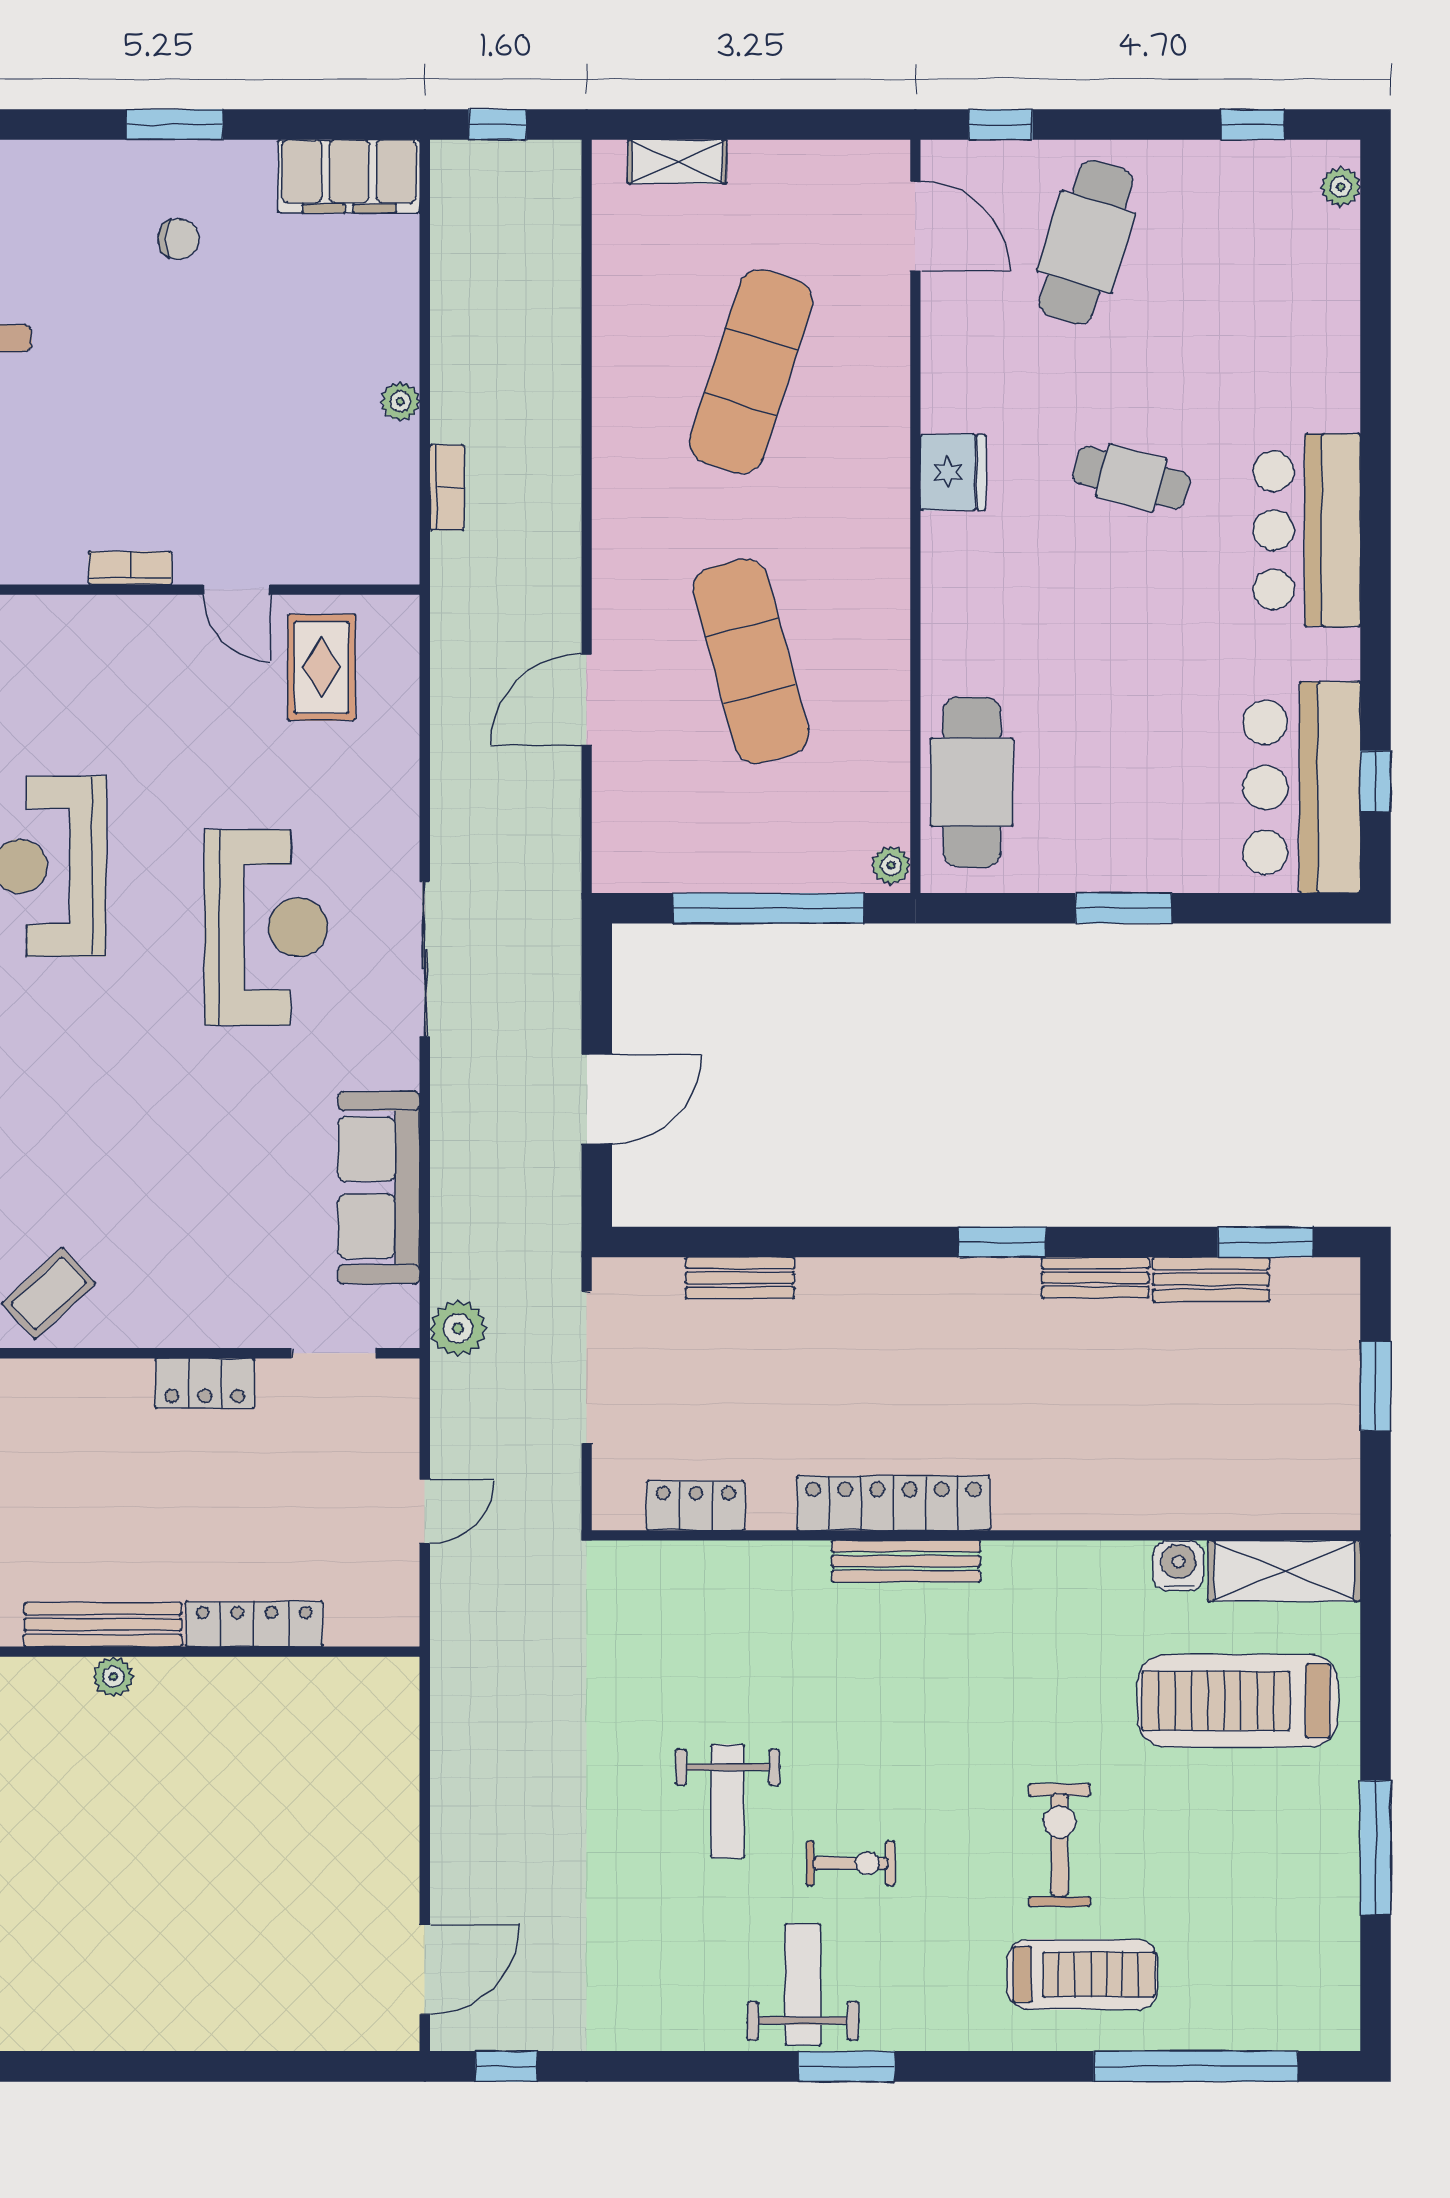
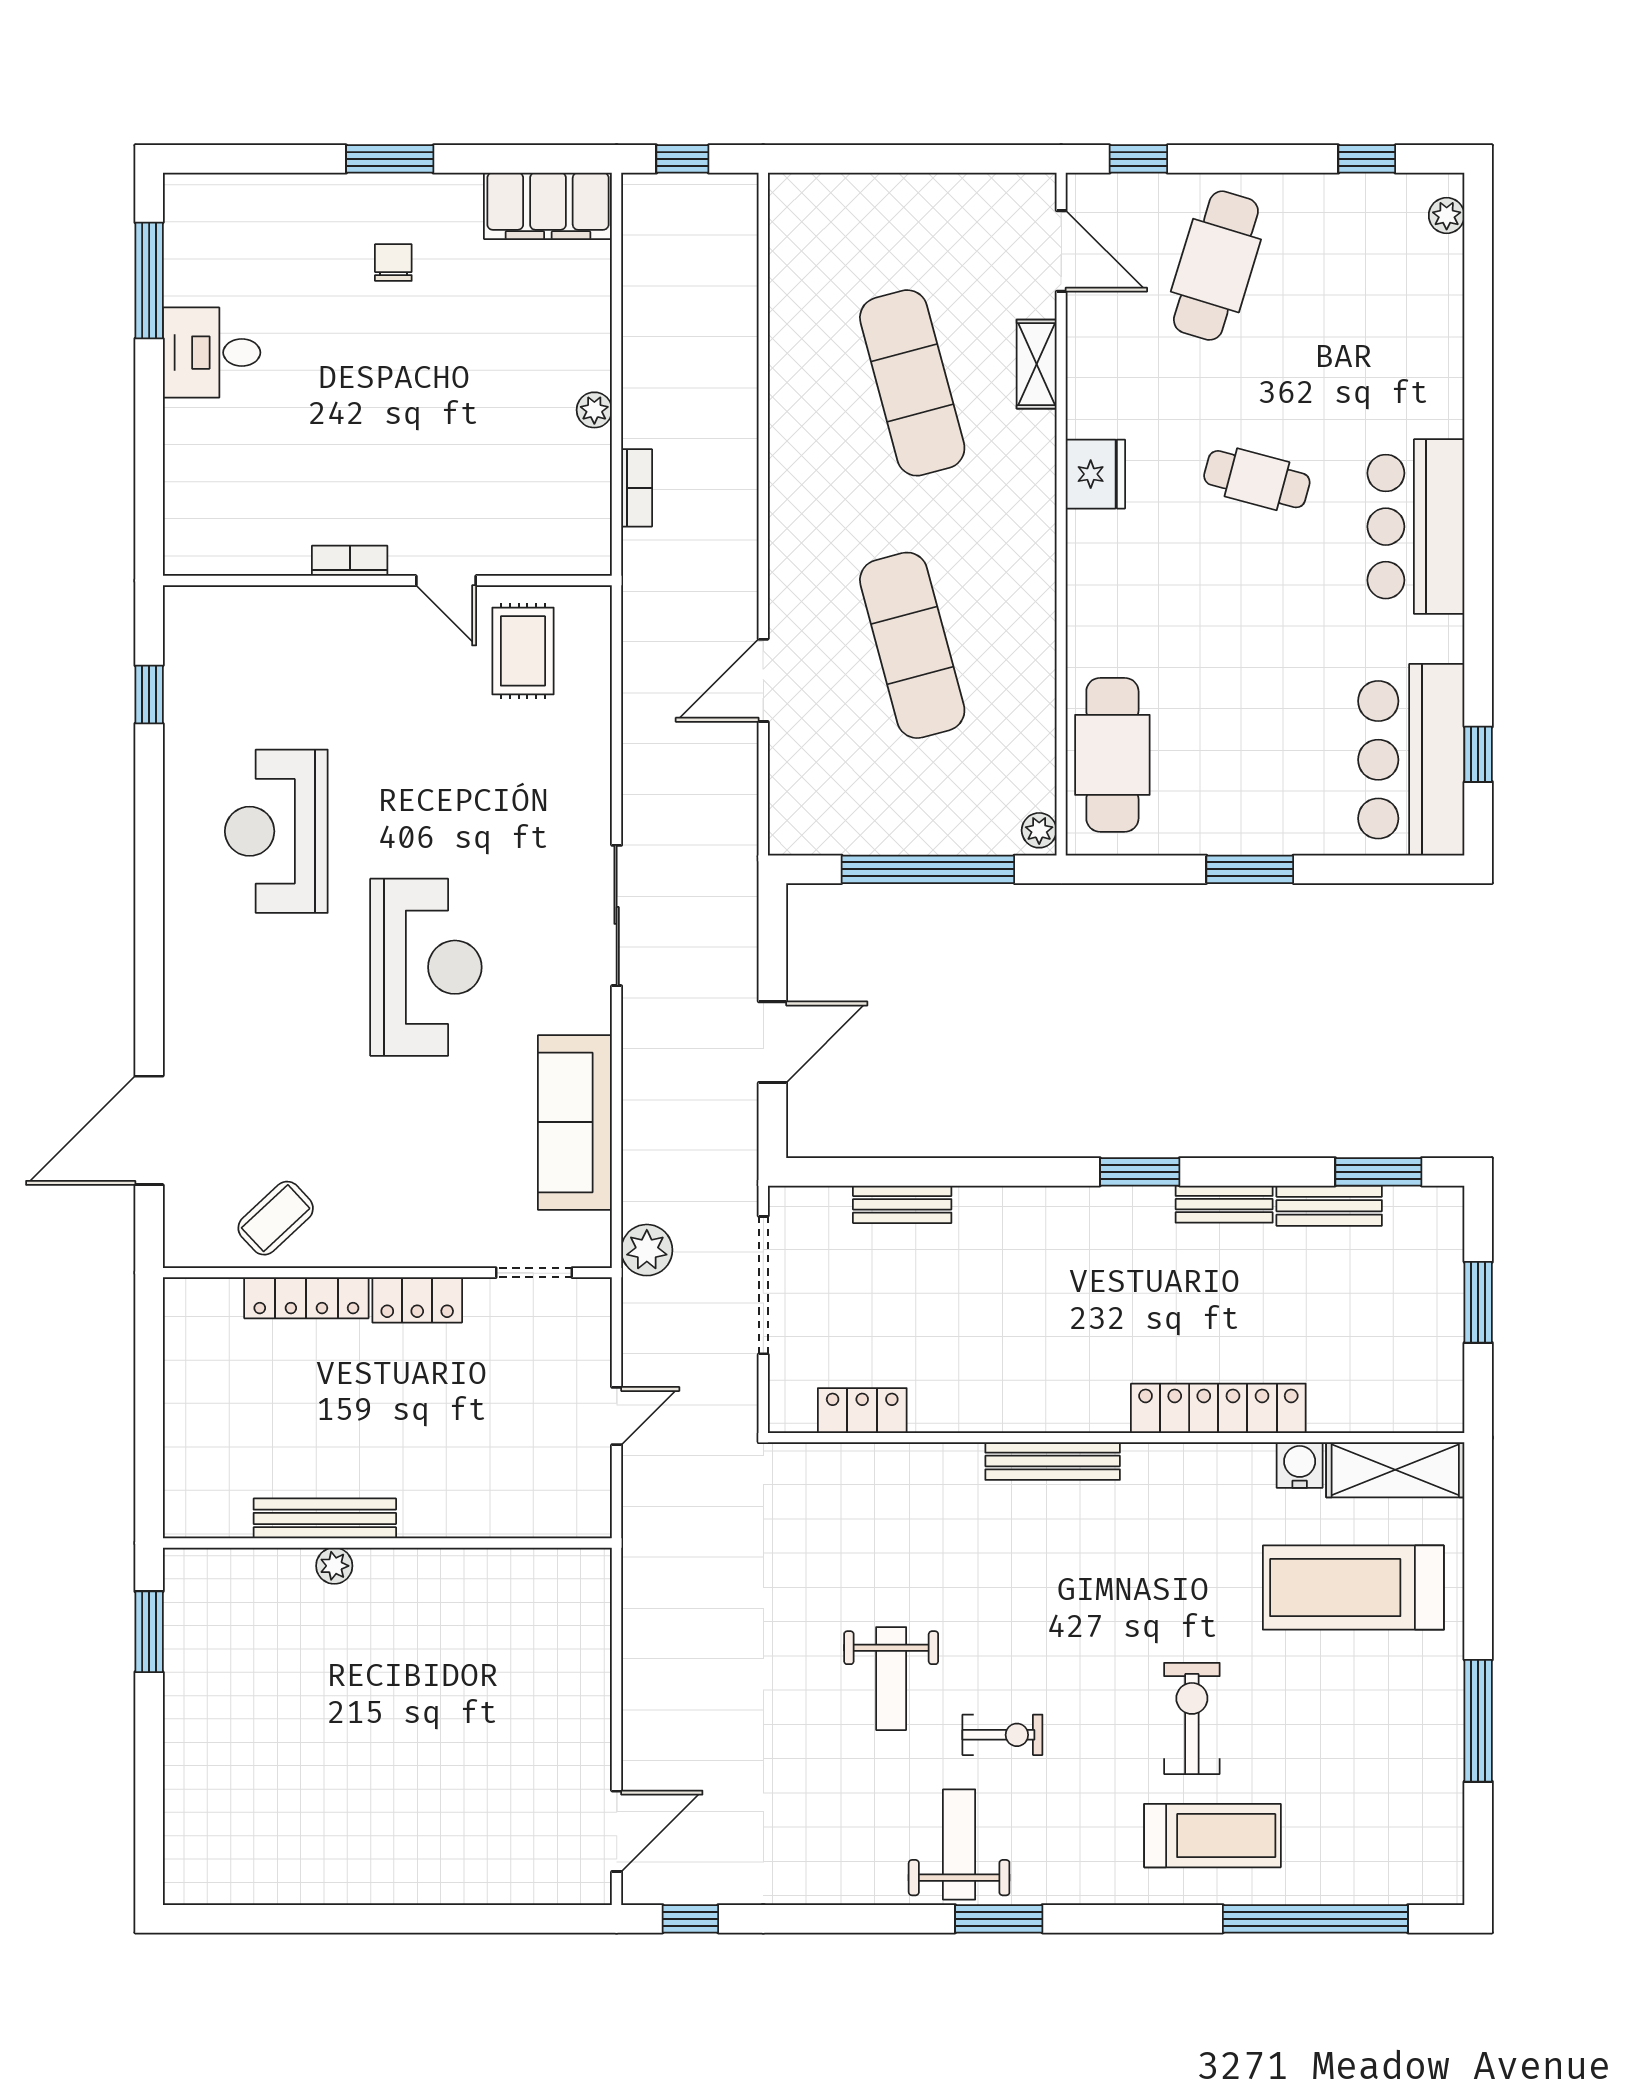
shelving: (677, 162) -> (1037, 364), moved, turned 90
chair: (178, 239) -> (393, 263), turned -93
exercise mat: (751, 372) -> (912, 383), turned -33
reception desk: (266, 927) -> (426, 967), moved
locker: (893, 1503) -> (1218, 1408), moved
locker: (254, 1624) -> (306, 1298), moved, turned 180

